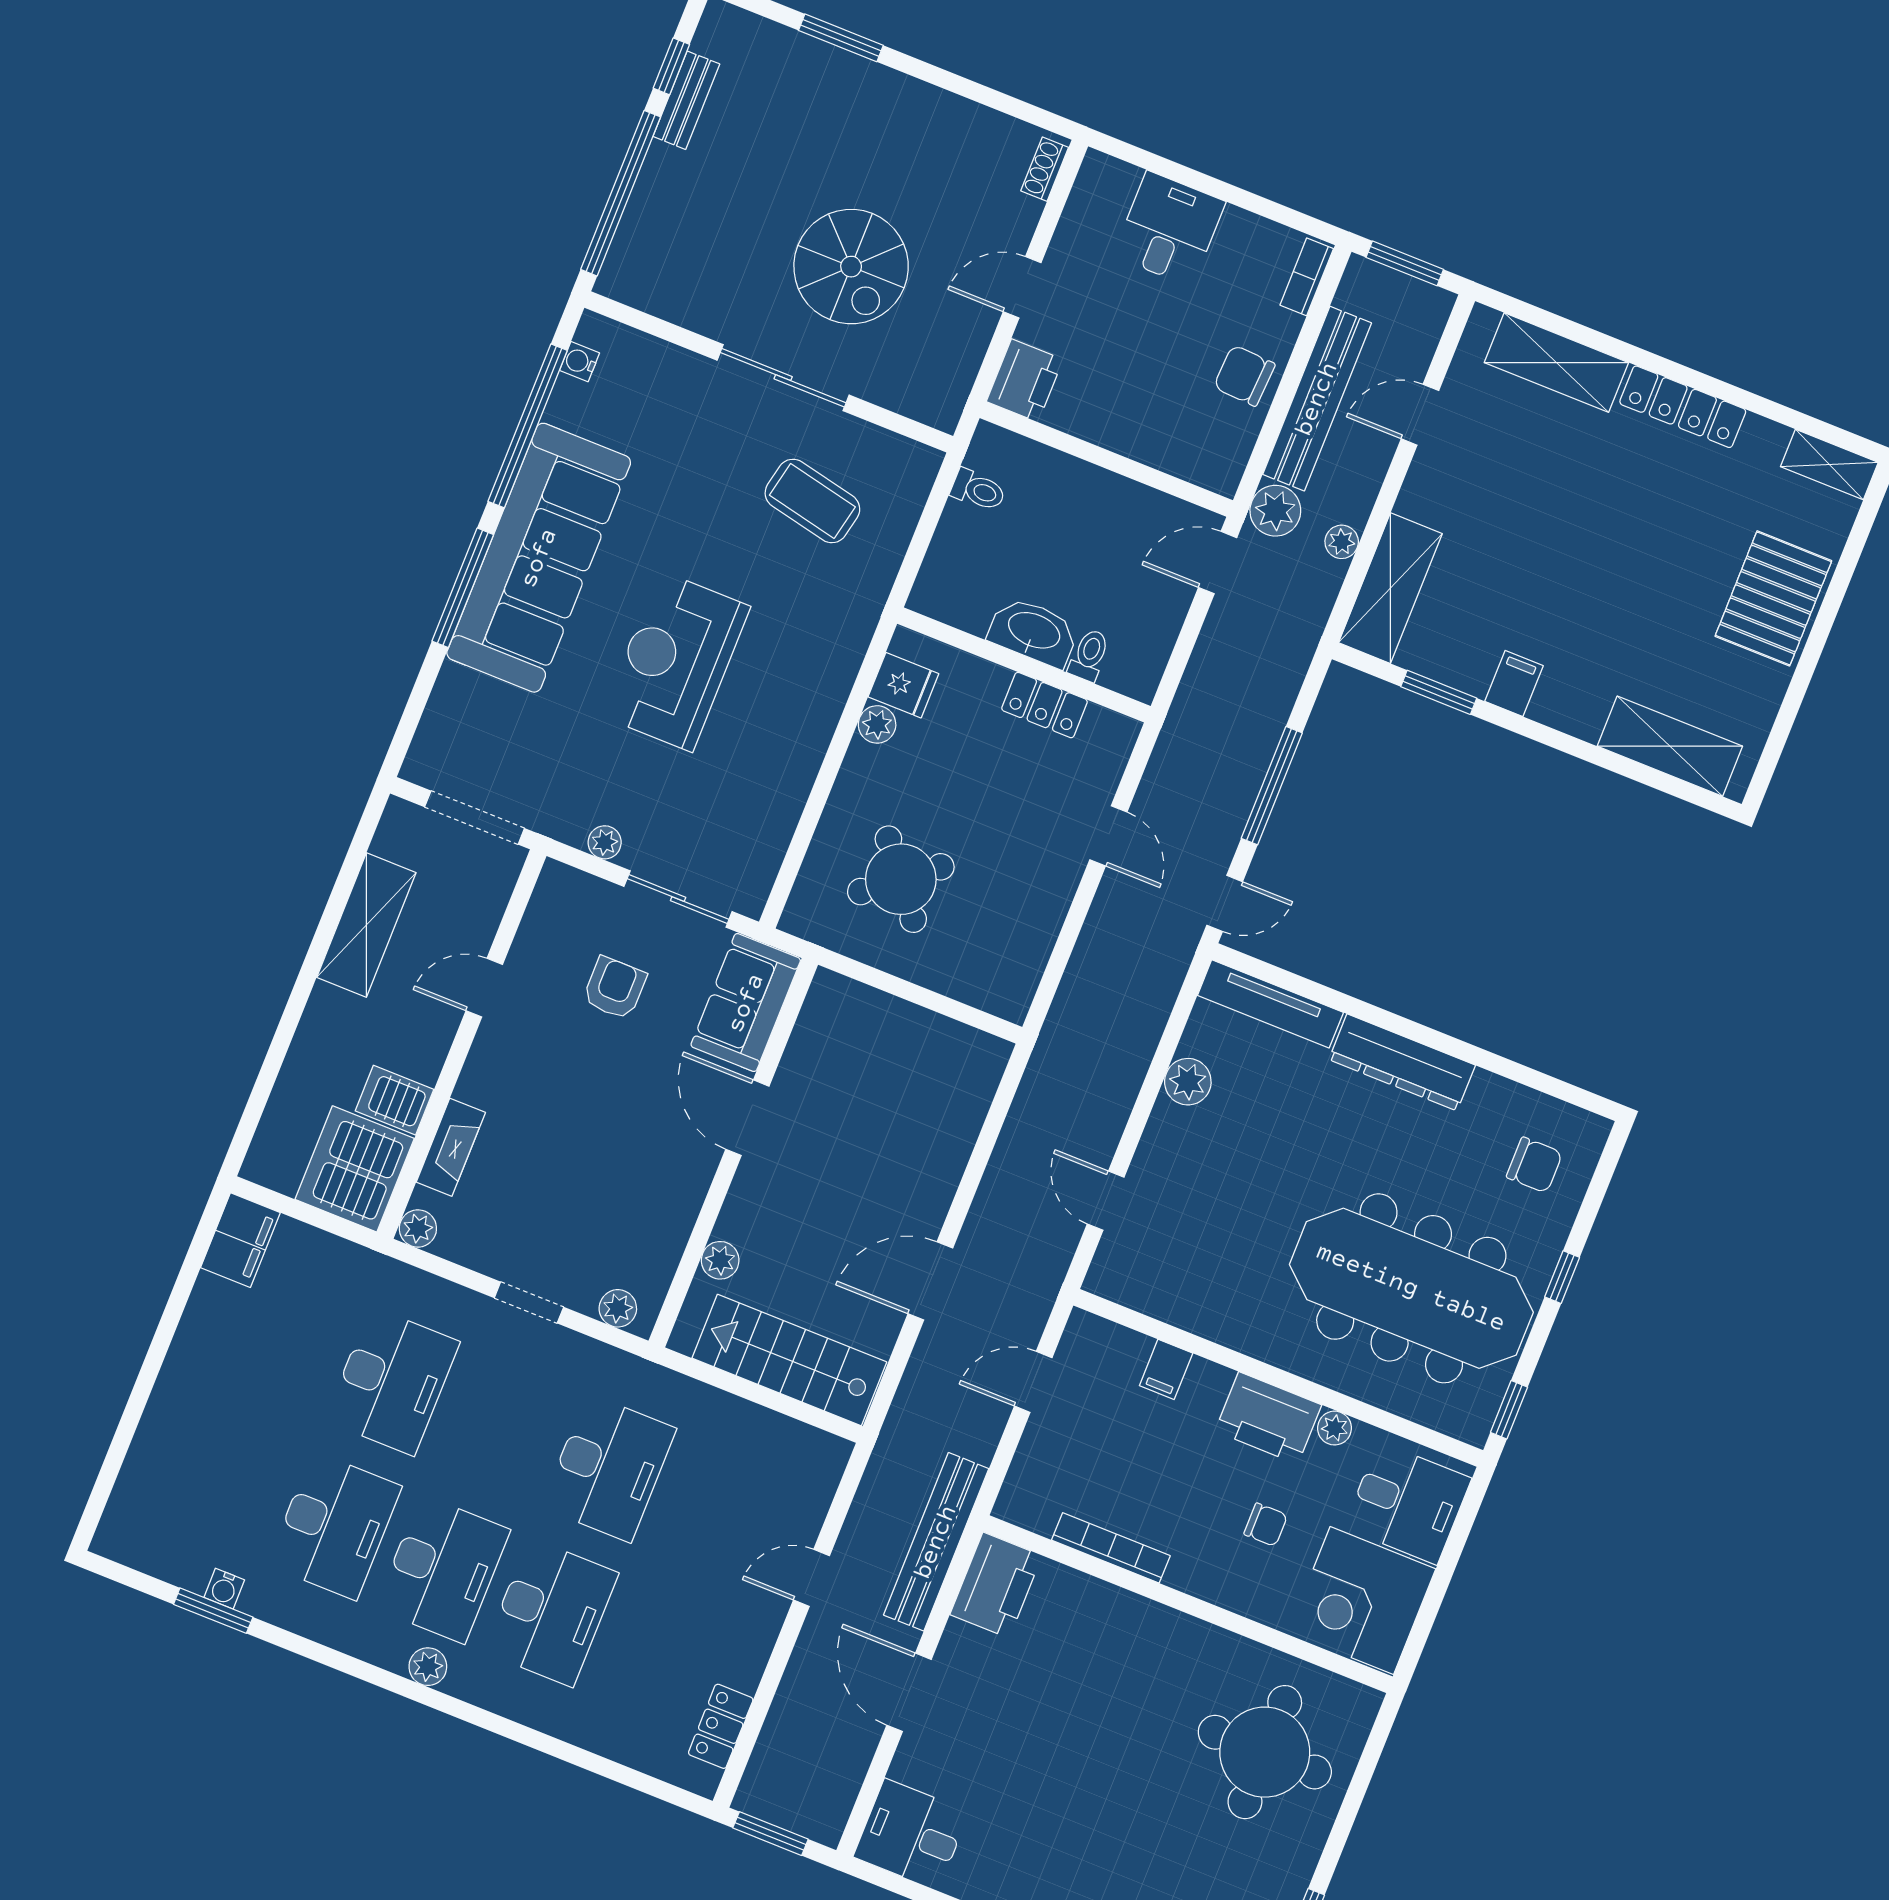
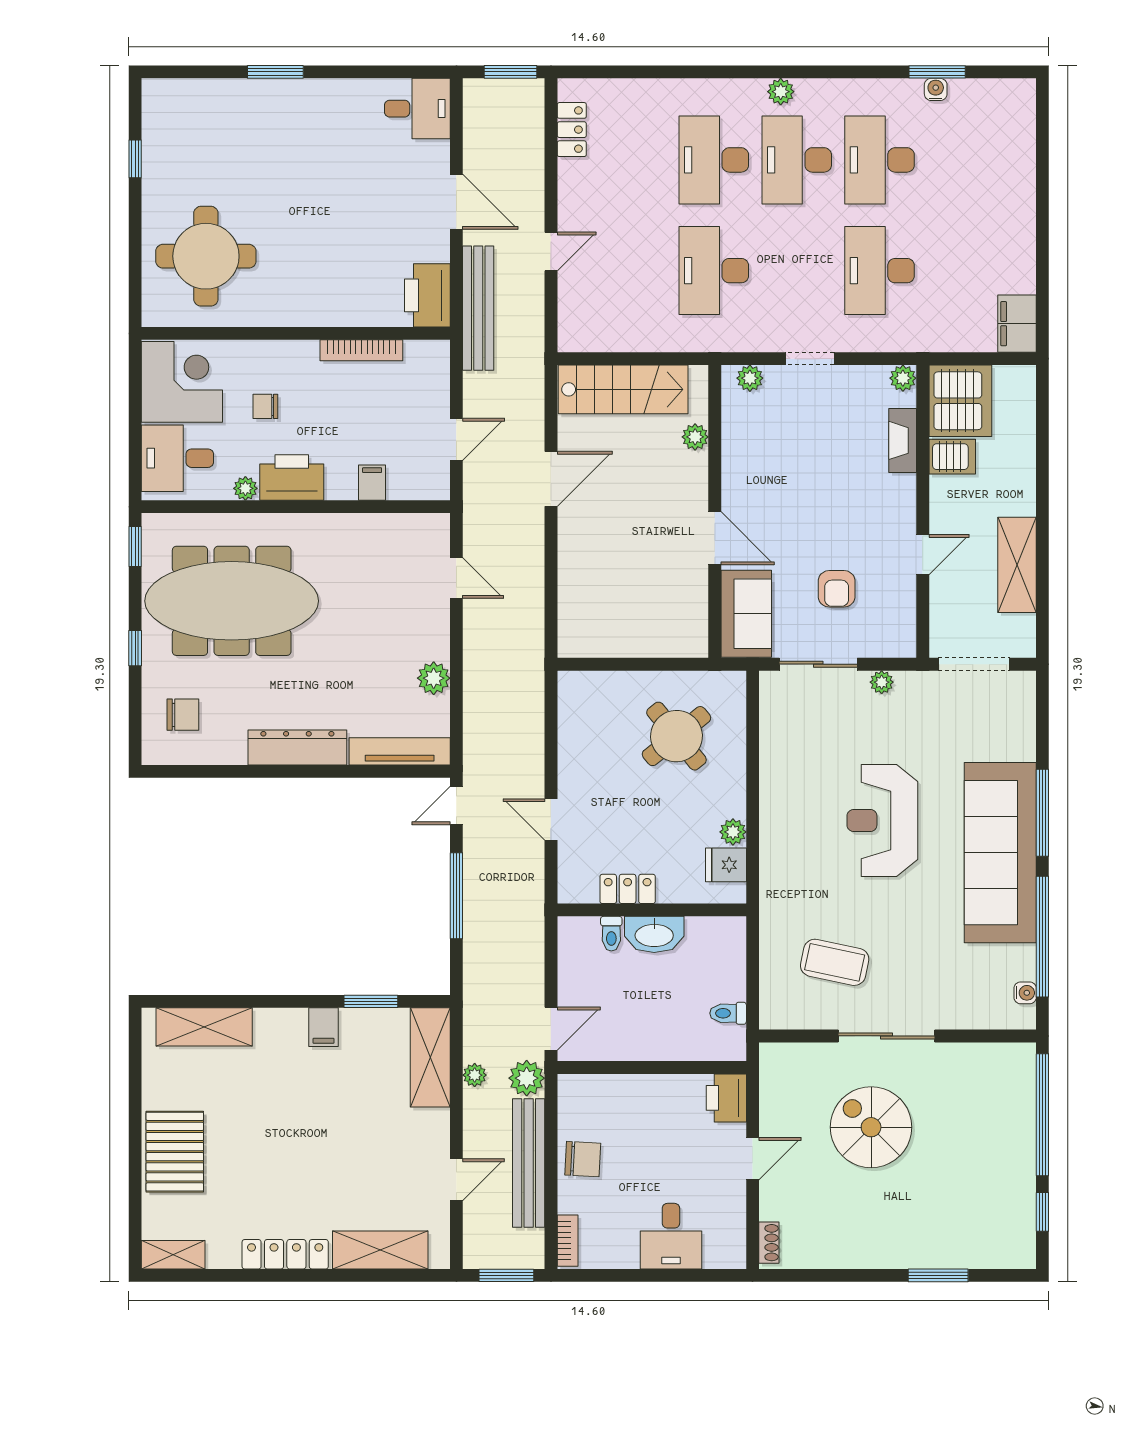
bench: (686, 100) -> (1024, 1194), removed
reception desk: (676, 661) -> (882, 820), turned 180
chair: (1534, 1165) -> (183, 715), turned 180

